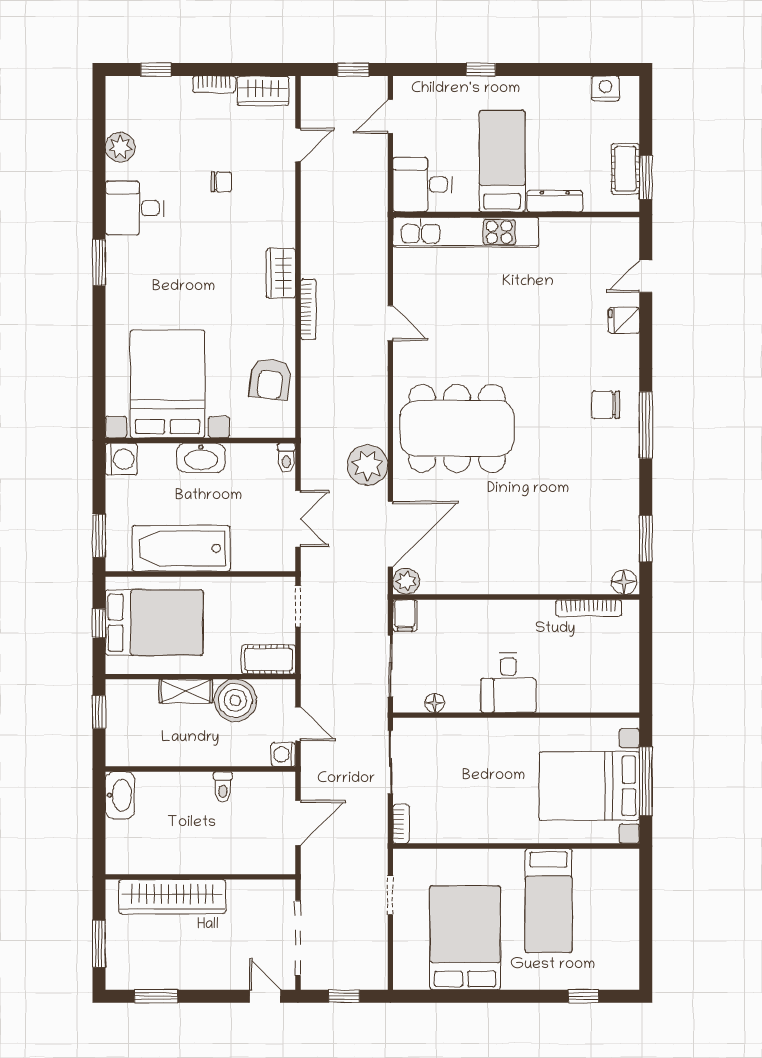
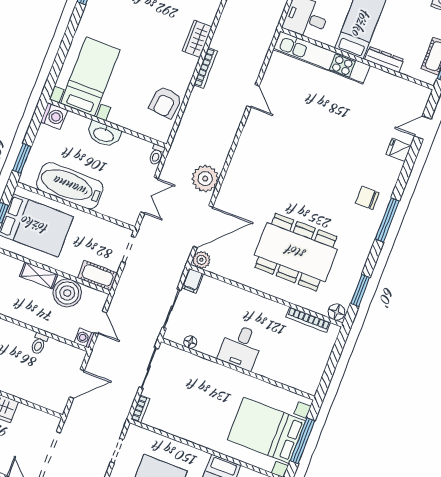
bed with nightstands: (167, 384) -> (90, 77), width x0.73
dining table: (457, 428) -> (296, 252), moved

